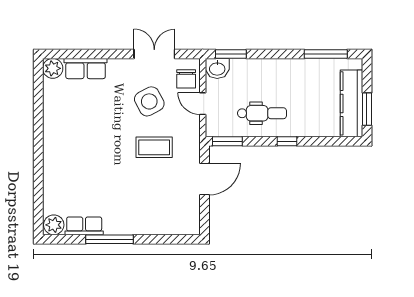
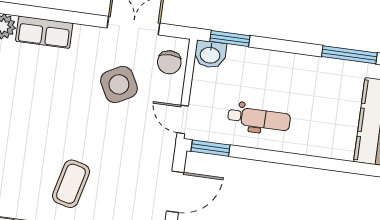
door: (203, 104) -> (183, 119), moved
window: (287, 141) -> (286, 158), removed
coffee table: (154, 147) -> (71, 184), moved, turned -76

